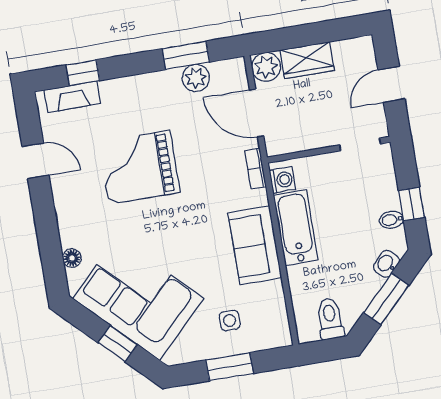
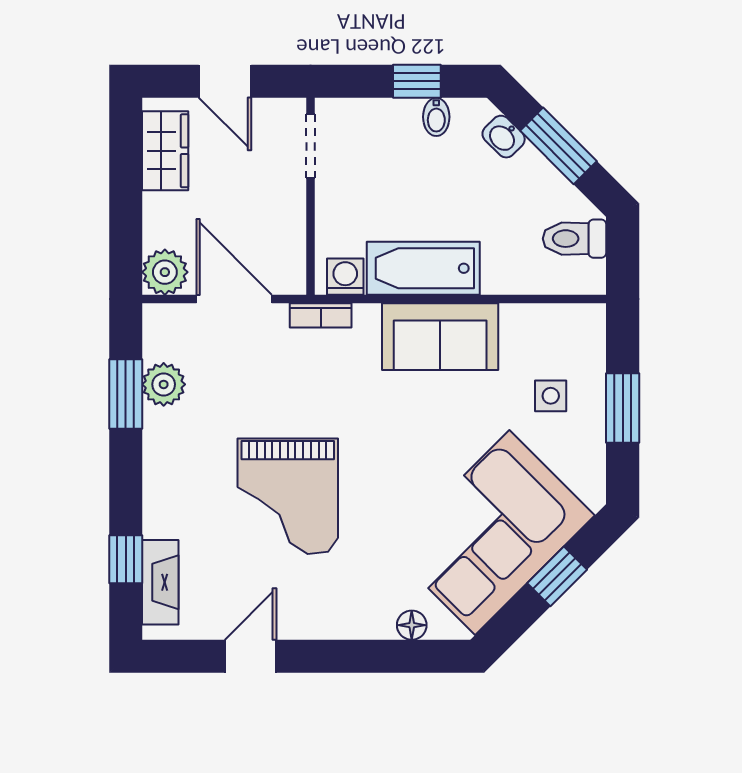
wardrobe: (307, 60) -> (165, 151), moved
door: (257, 113) -> (234, 299), swing flipped

